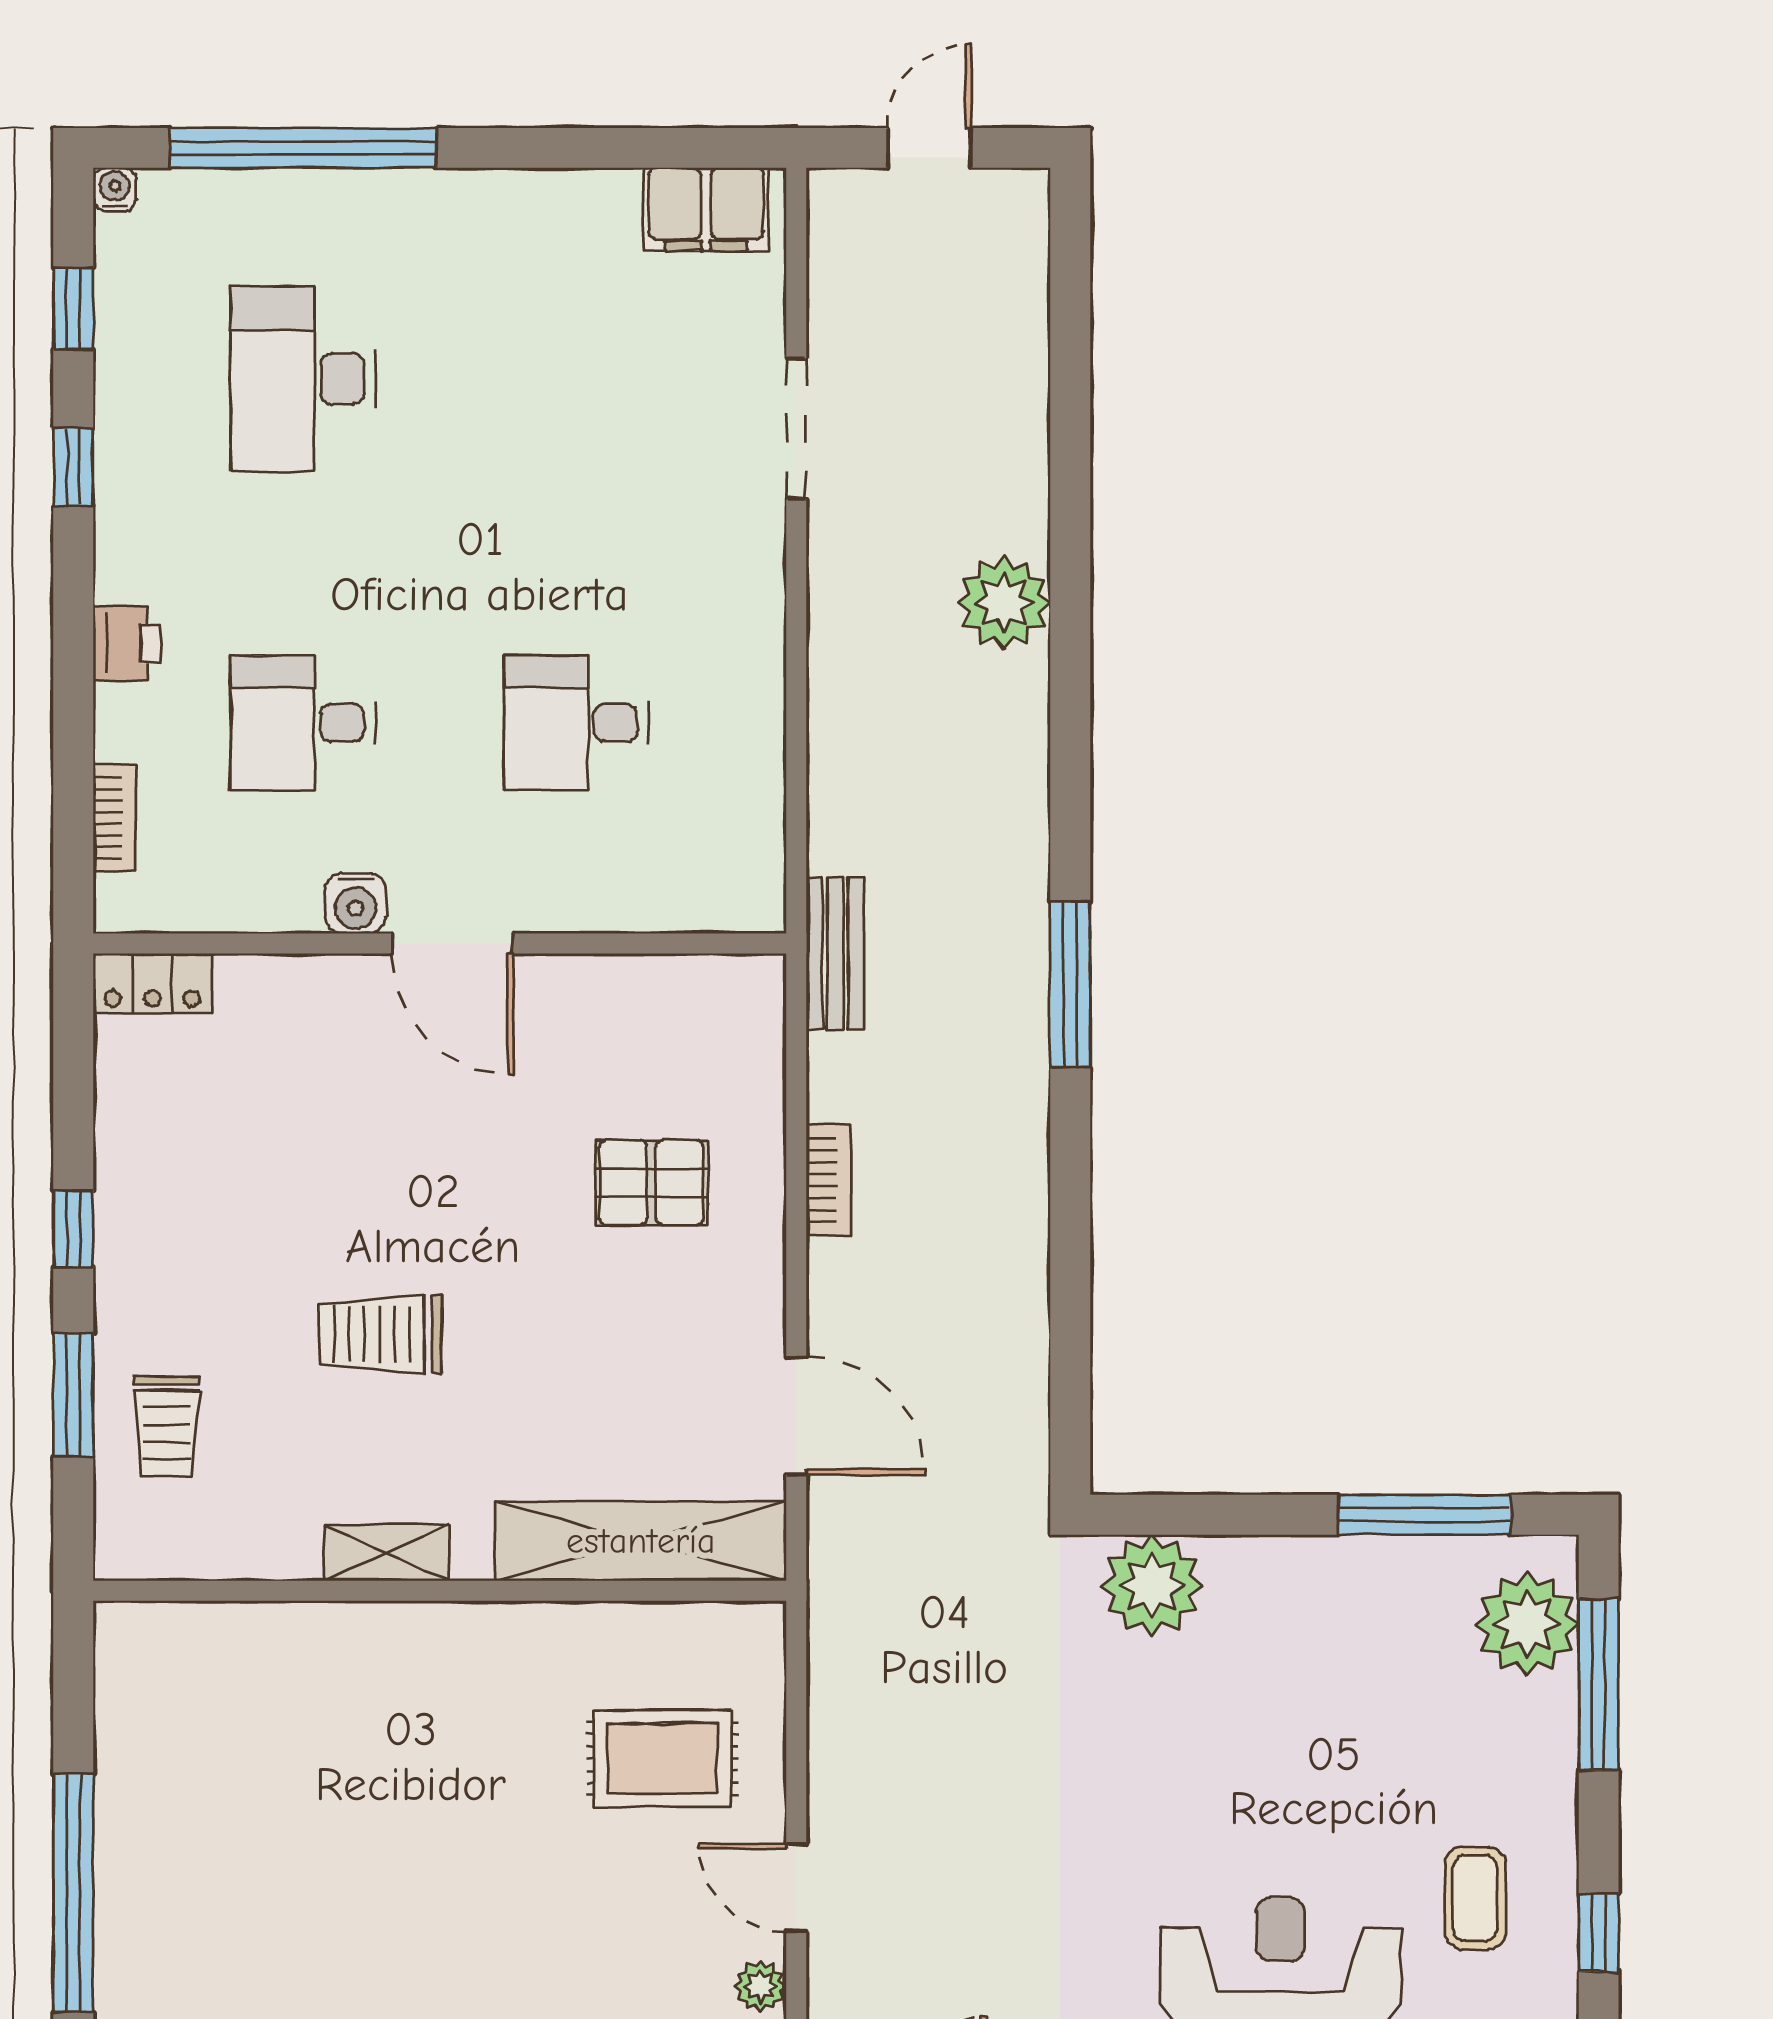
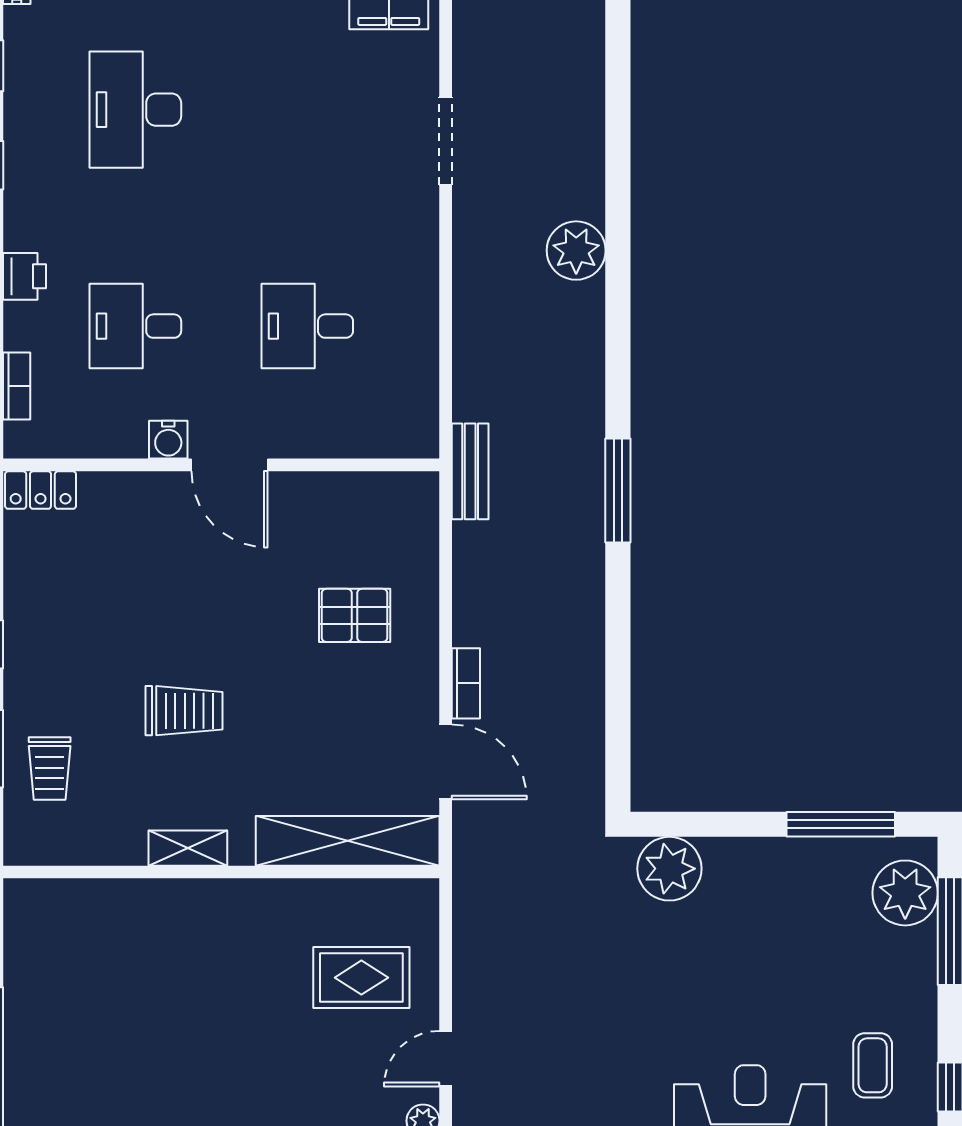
bookcase: (829, 1180) -> (466, 683), moved
trolley: (381, 1334) -> (184, 711), turned 180
door: (796, 1887) -> (446, 1059), hinge flipped

